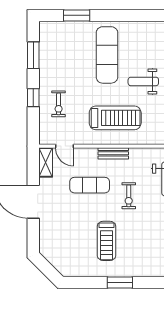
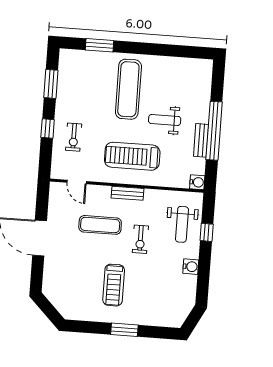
treadmill: (115, 118) -> (132, 156), turned 180
shelving: (46, 162) -> (56, 198), removed

